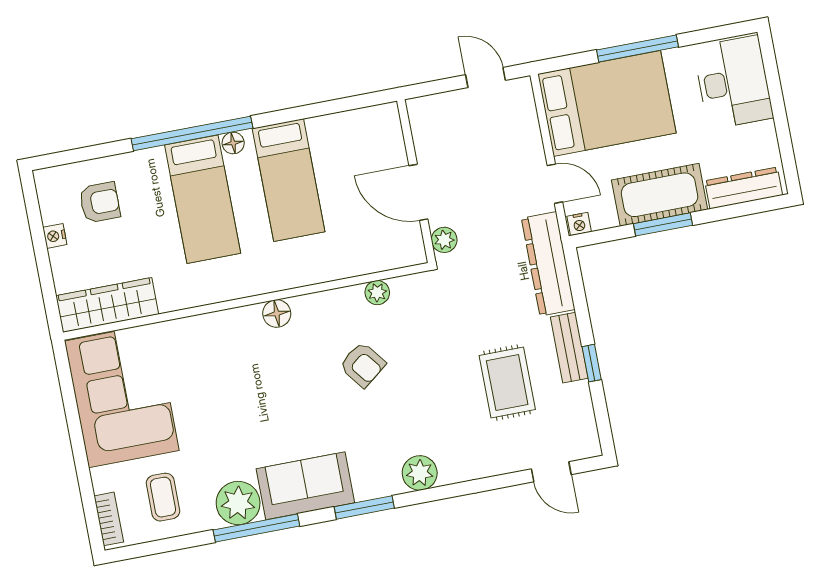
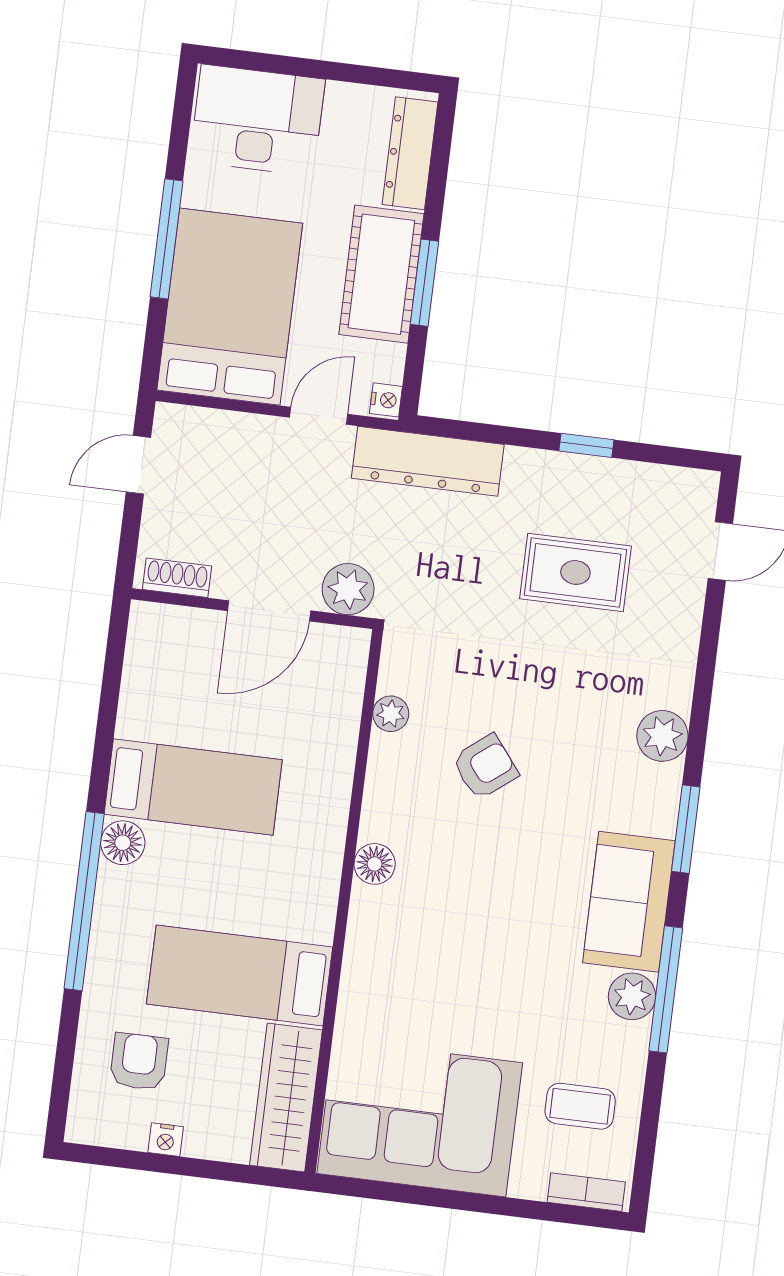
shoe rack: (421, 126) -> (177, 578), added
floor lamp: (233, 143) -> (123, 843), width x1.37, depth x1.37
bed: (203, 199) -> (240, 976), moved, turned 180
plant: (444, 240) -> (348, 589), width x1.38, depth x1.38
bench: (569, 348) -> (555, 470), removed
plant: (238, 503) -> (632, 996), width x0.73, depth x0.73

